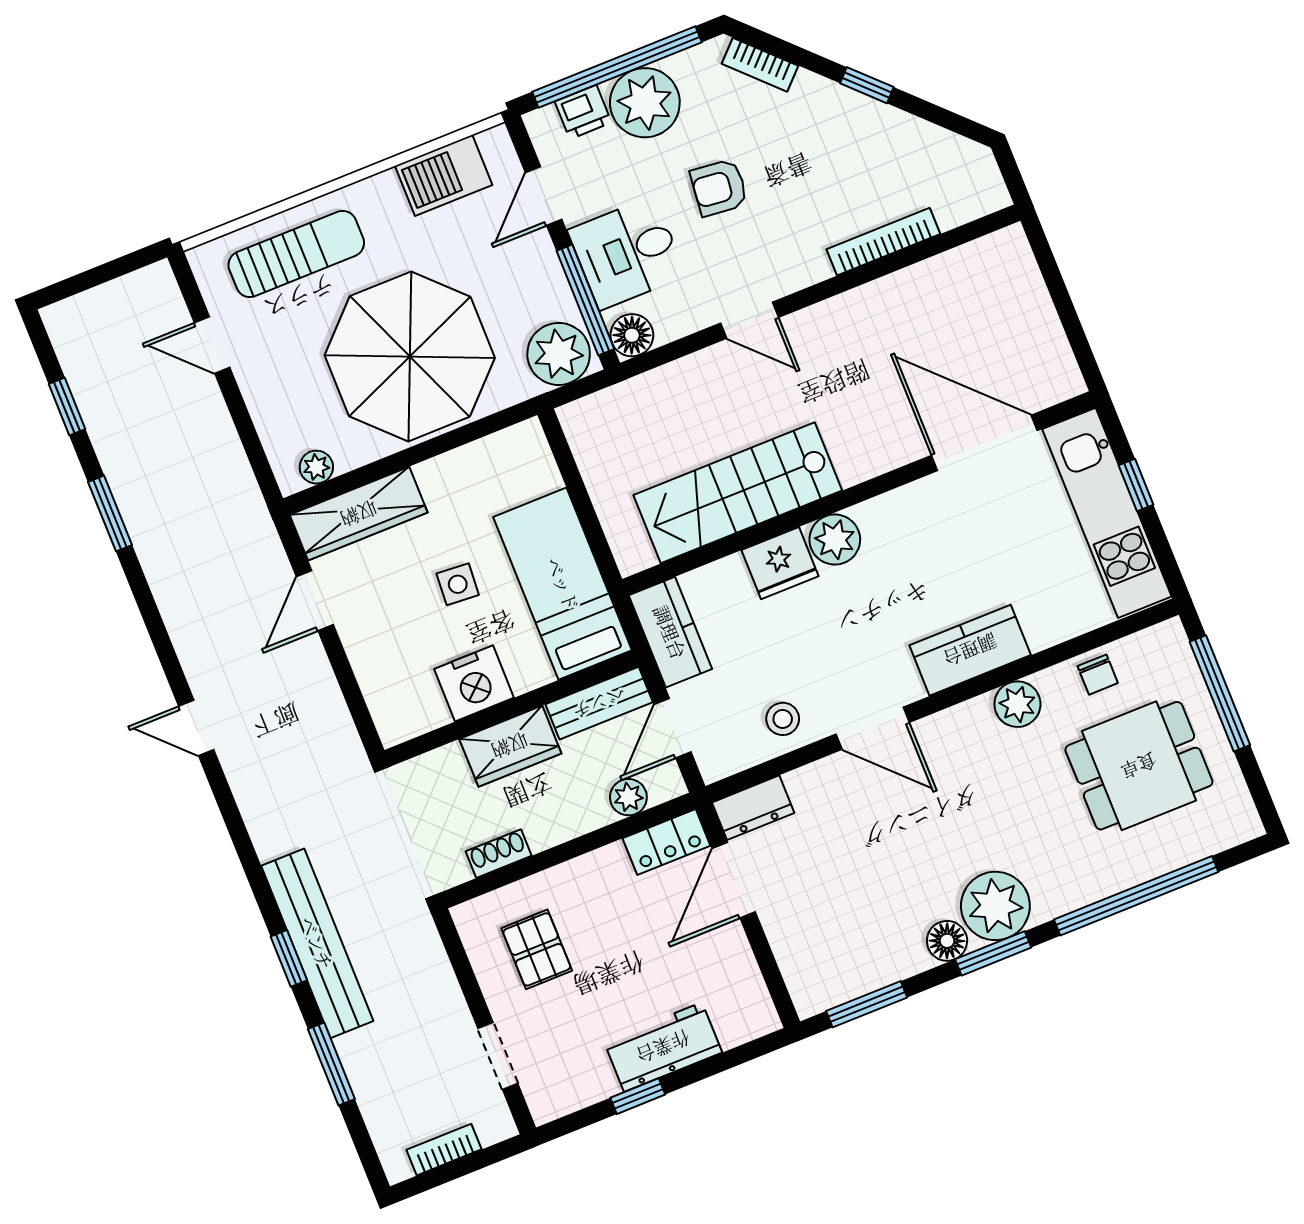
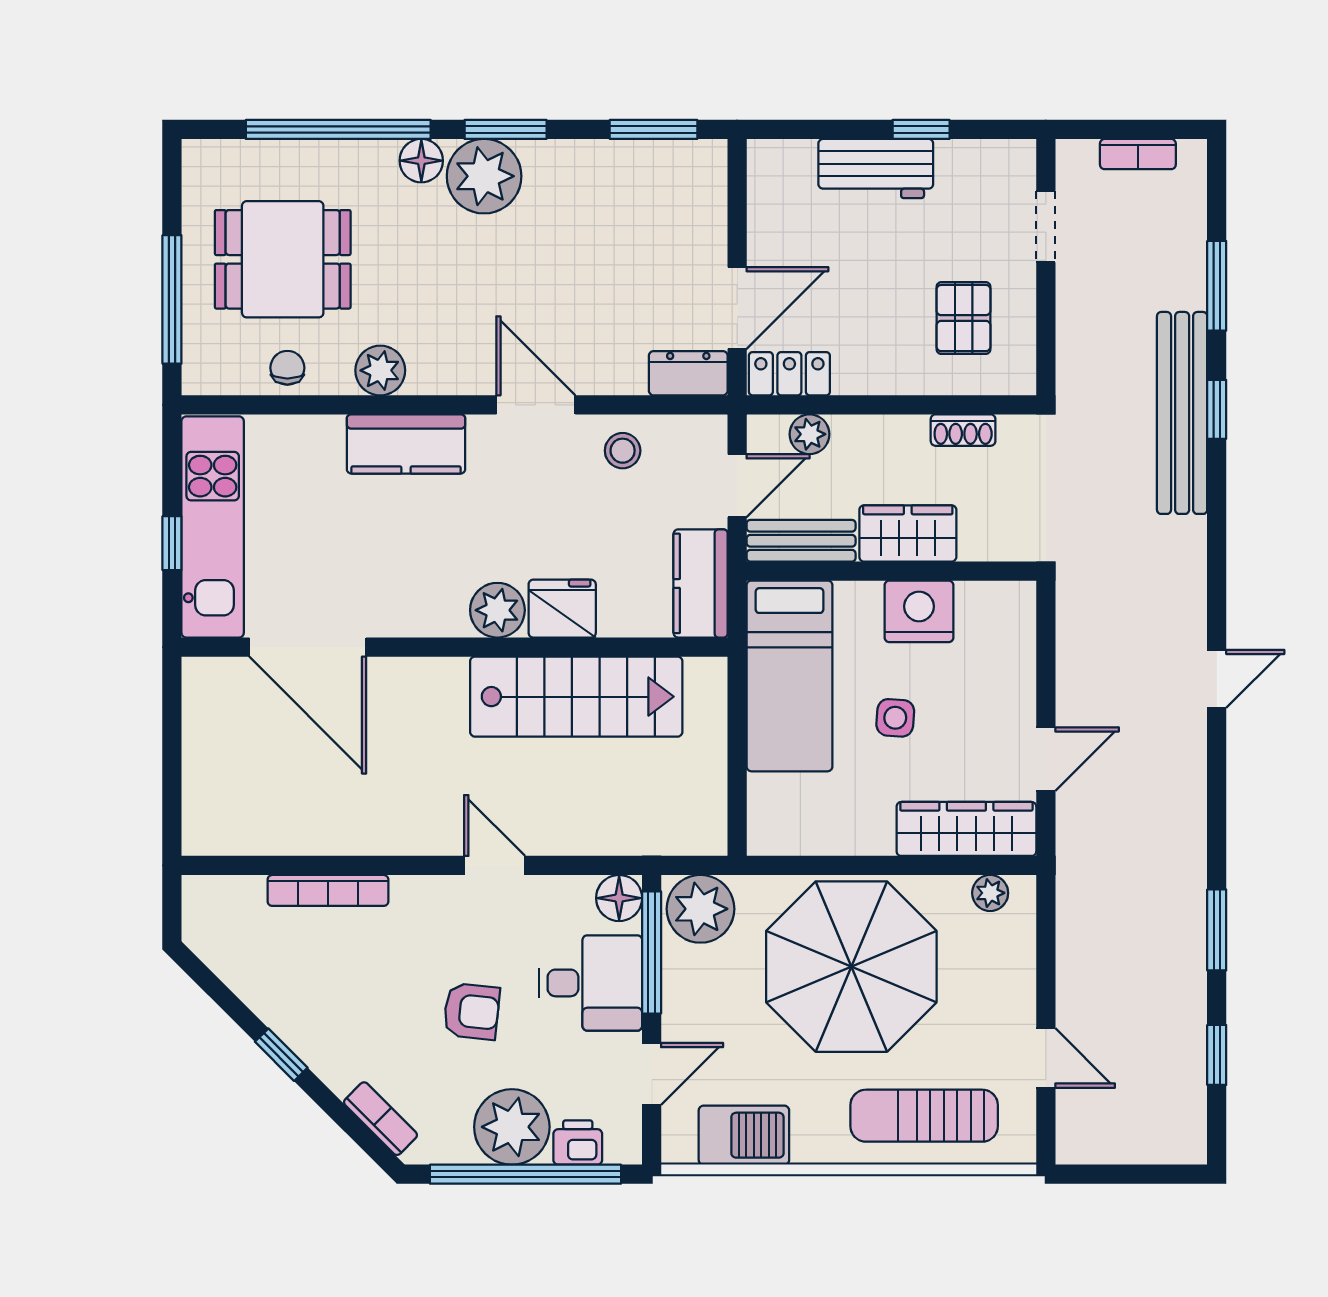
door: (196, 728) -> (1217, 679), hinge flipped
floor lamp: (947, 941) -> (421, 161), moved

